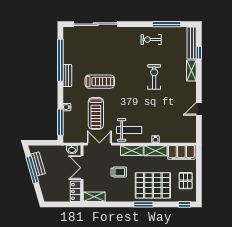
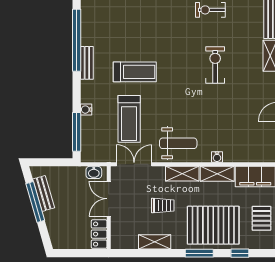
shelving: (94, 197) -> (155, 242), moved
window: (185, 204) -> (240, 253), moved

